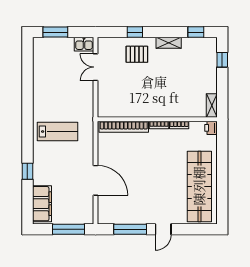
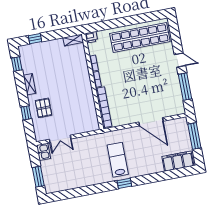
window: (27, 171) -> (124, 183), moved
door: (96, 180) -> (151, 122), swing flipped

